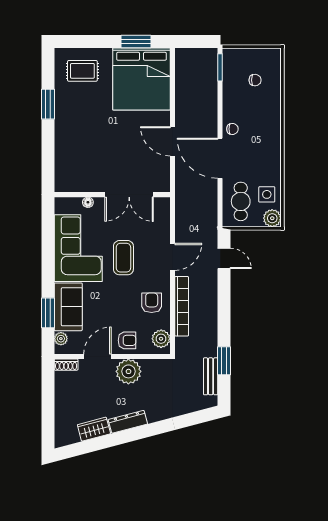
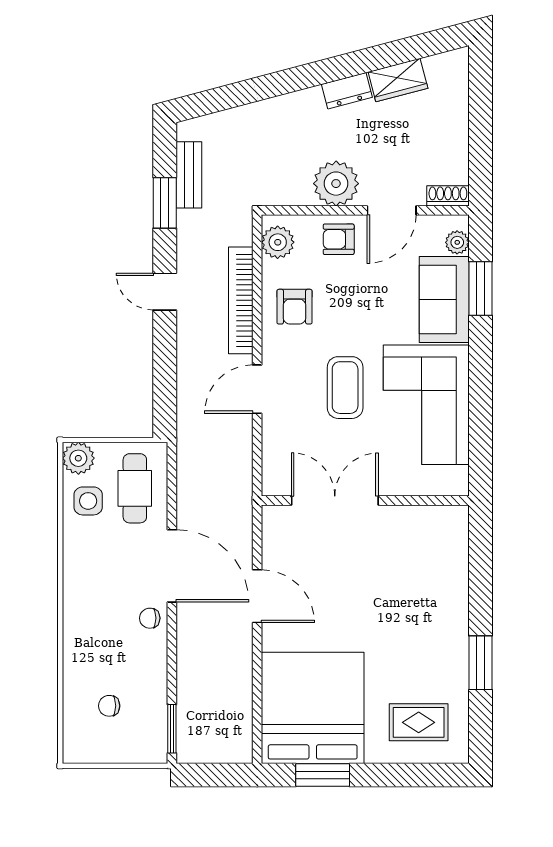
floor lamp: (88, 202) -> (409, 487), removed
door: (224, 258) -> (165, 292), moved
dresser: (128, 422) -> (347, 91), width x0.70

